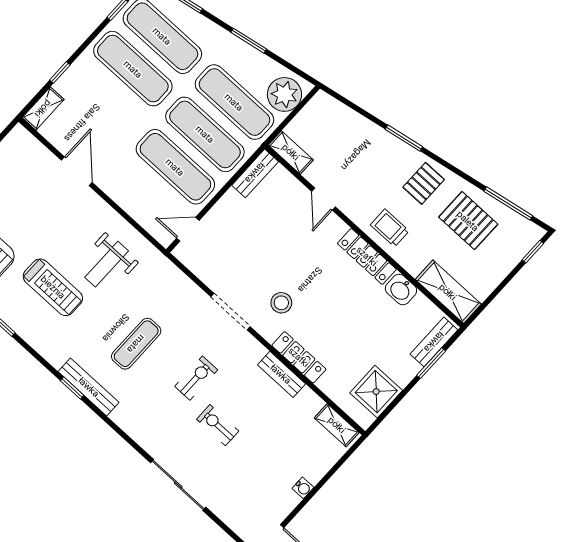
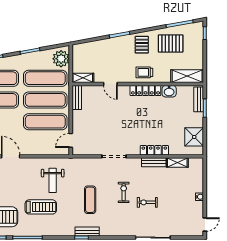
stool: (281, 303) -> (130, 136), removed
bench: (89, 387) -> (87, 232), width x0.73
shelving: (337, 425) -> (177, 163), moved

